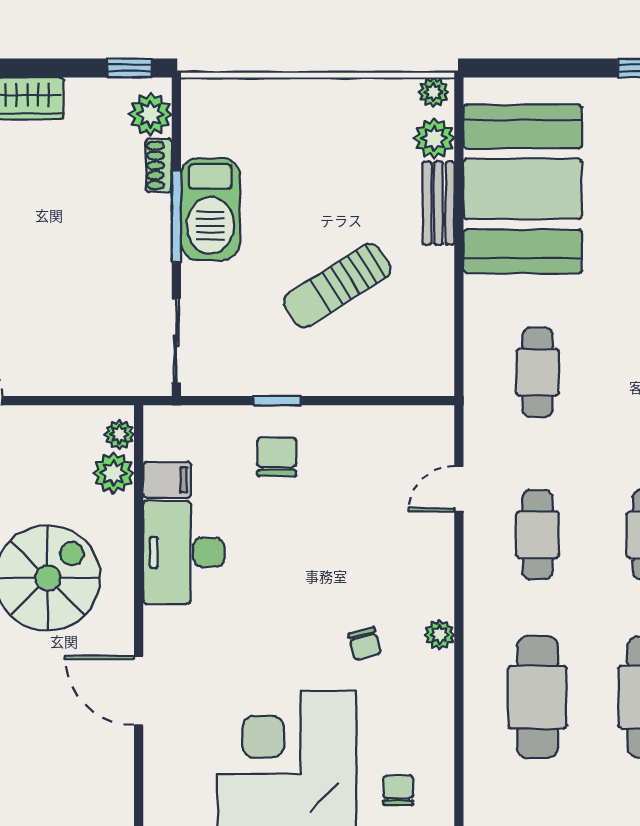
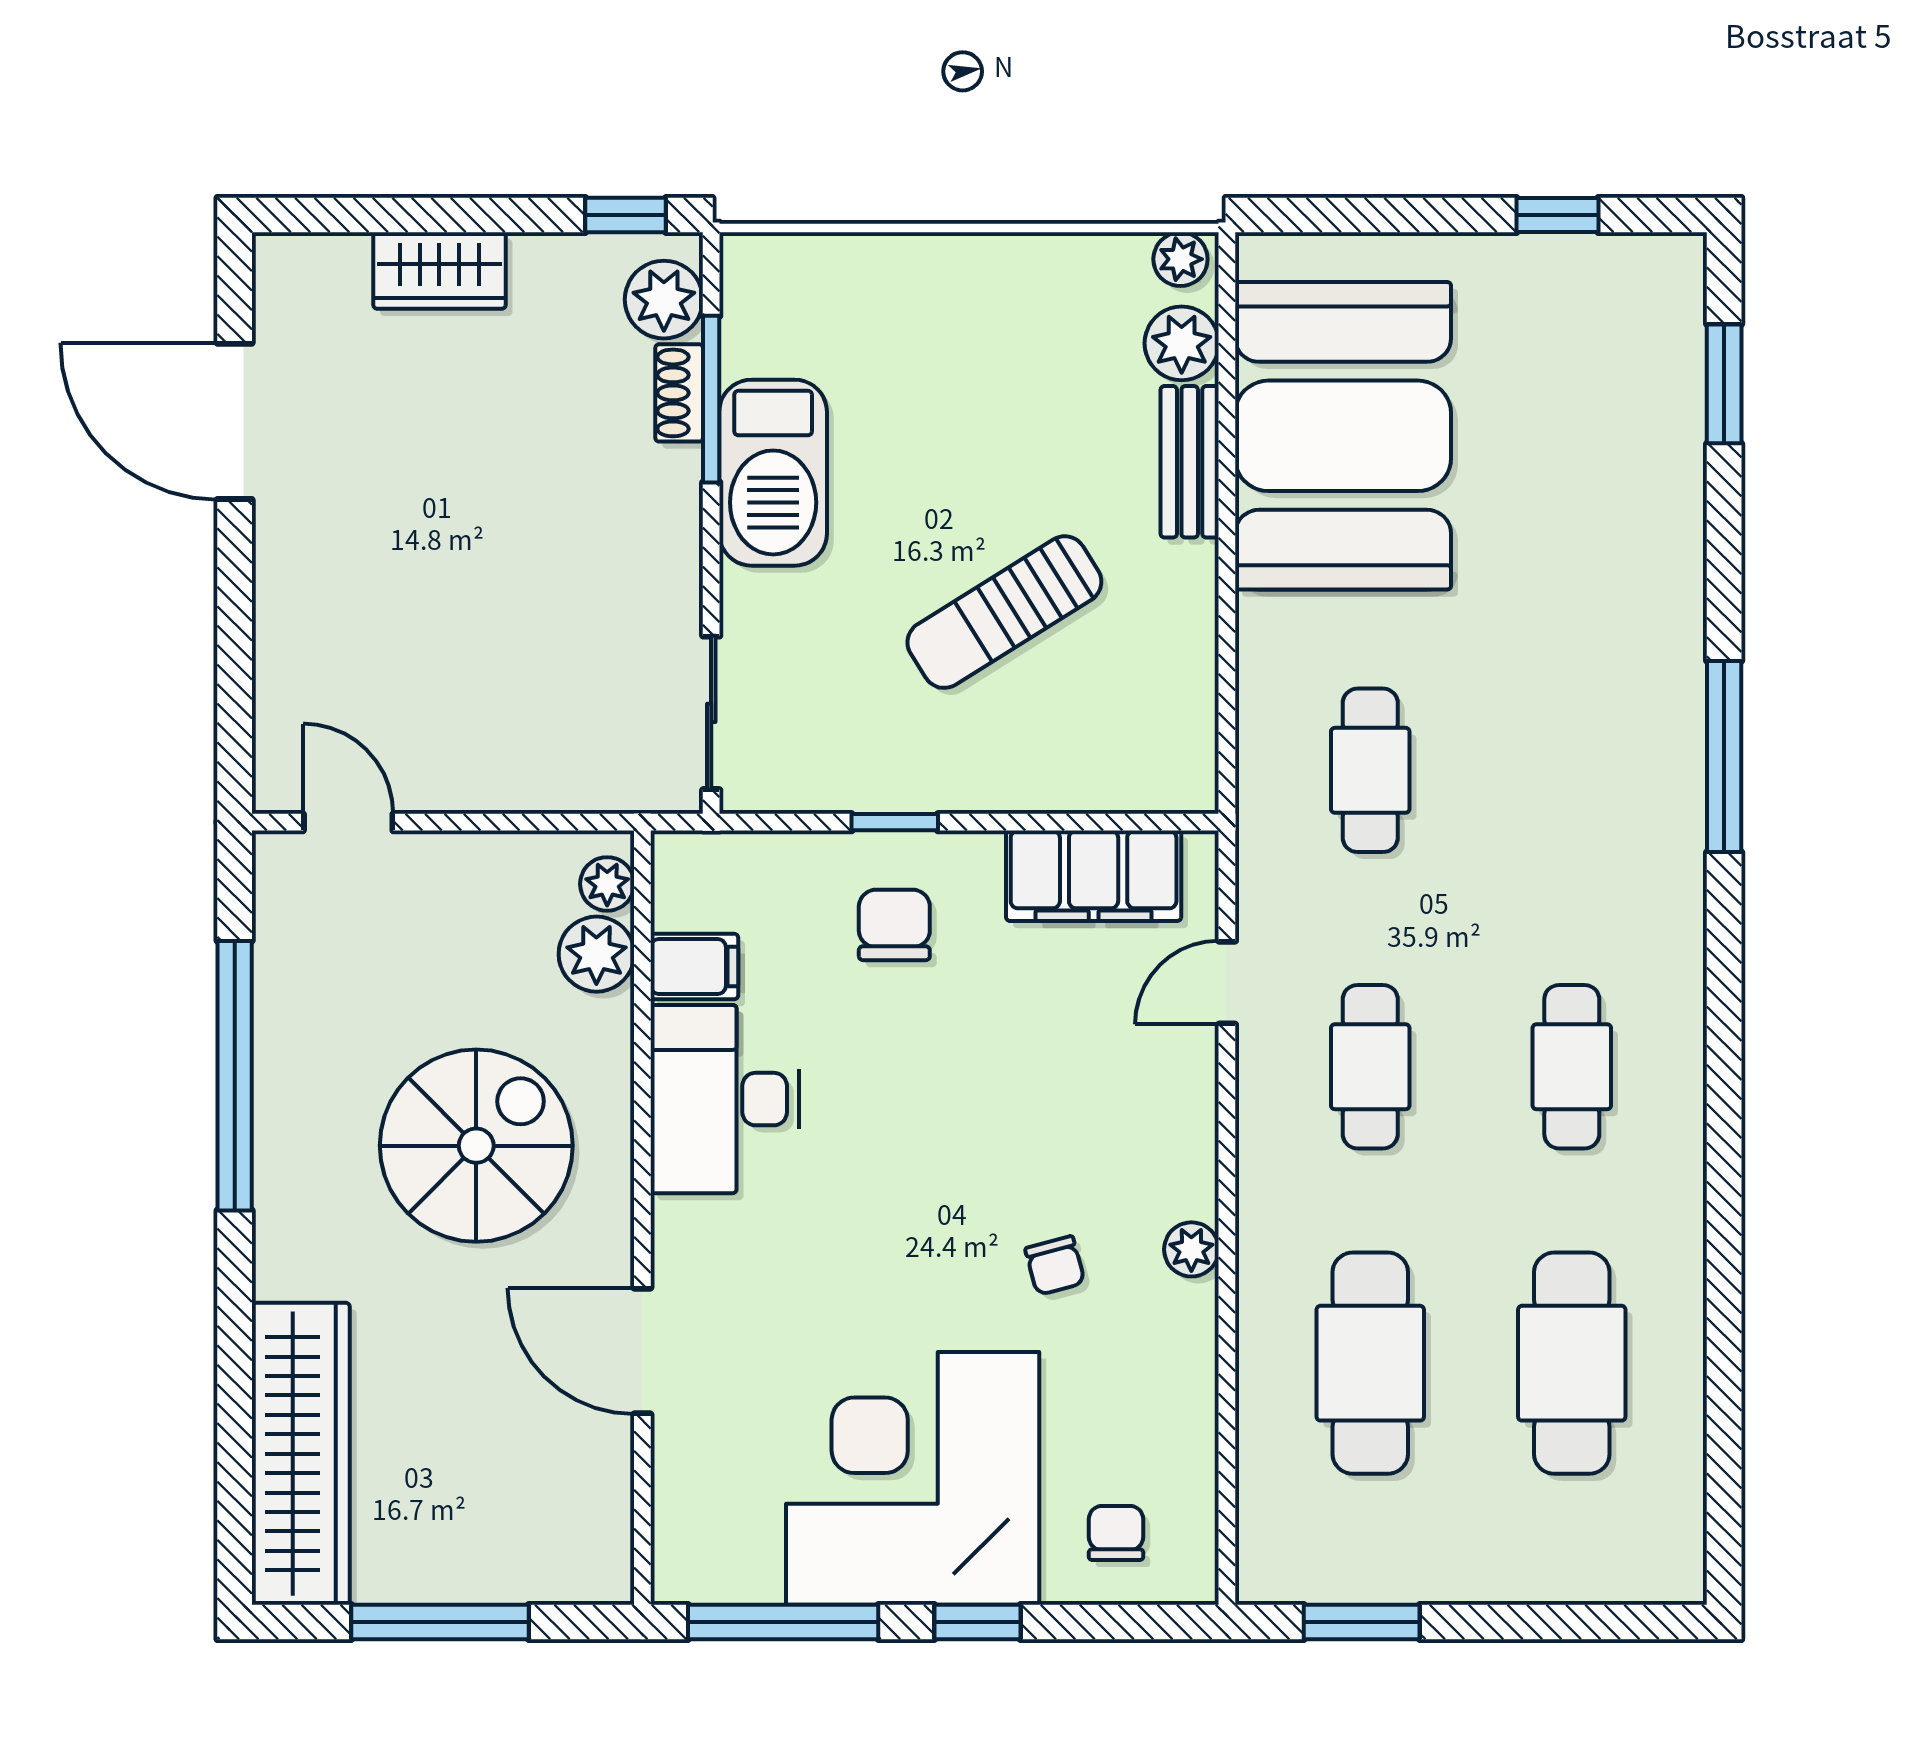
window: (176, 216) -> (711, 399), moved
filing cabinet: (386, 430) -> (1094, 876), added

